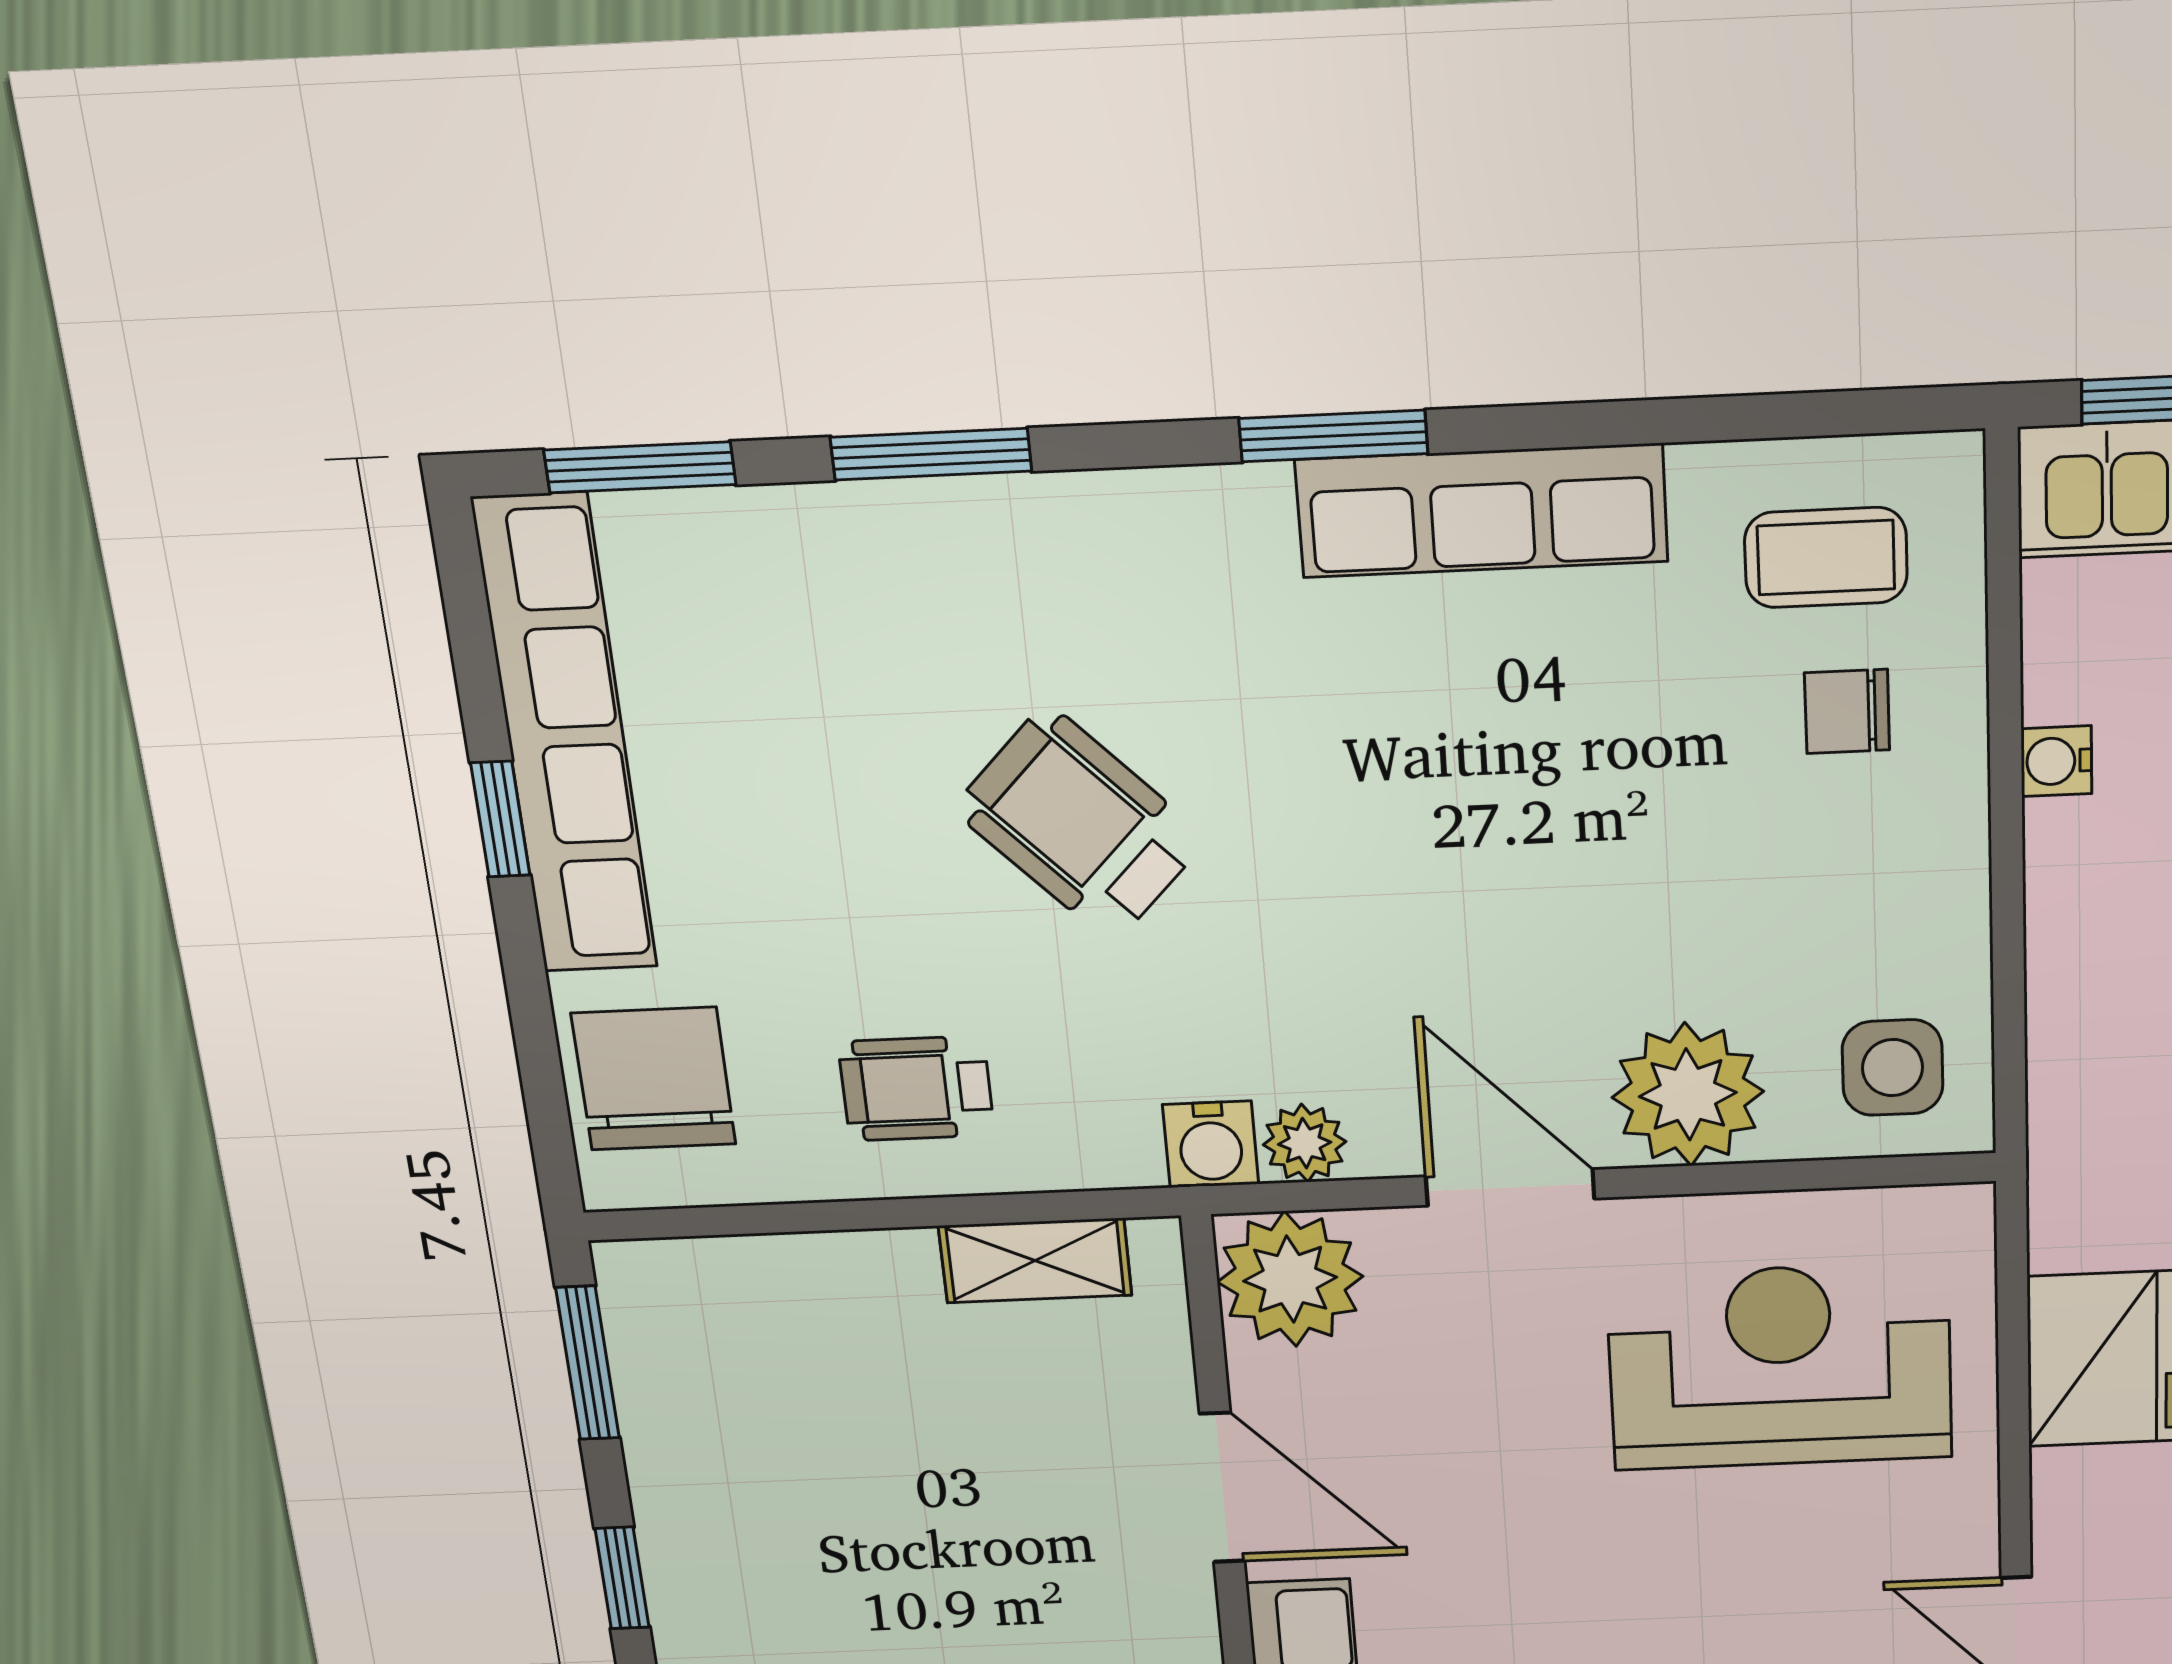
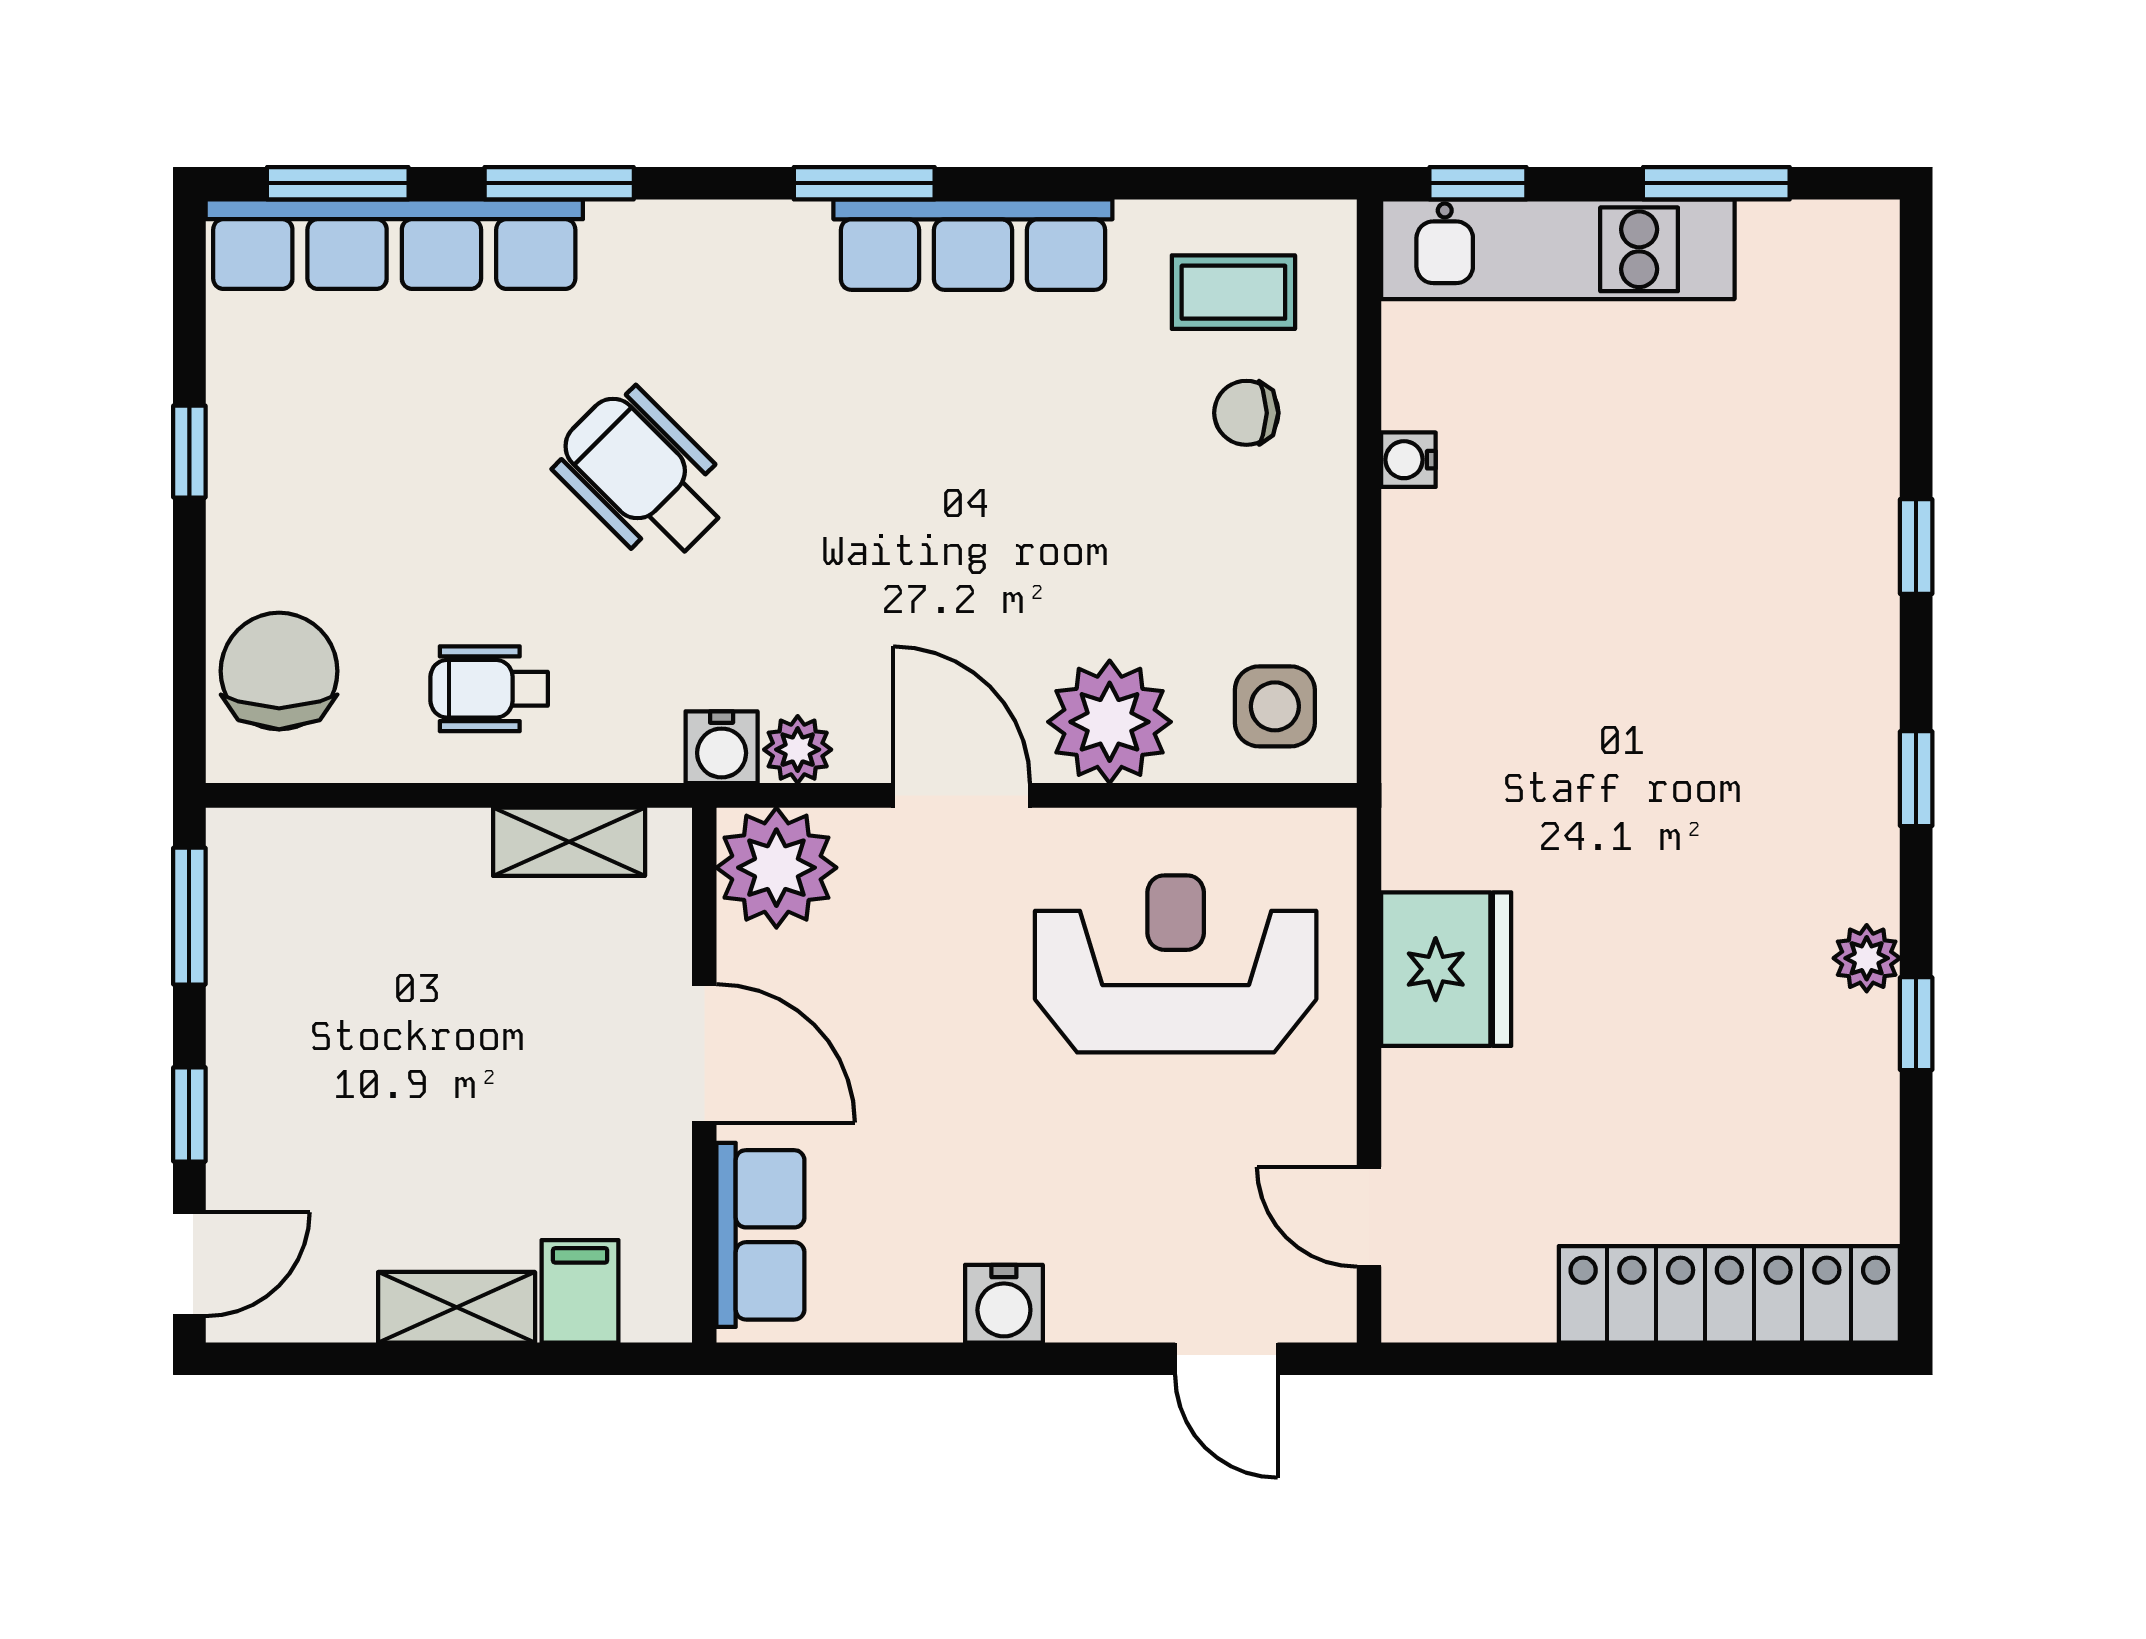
row of seats: (566, 737) -> (394, 244), moved, turned 90

